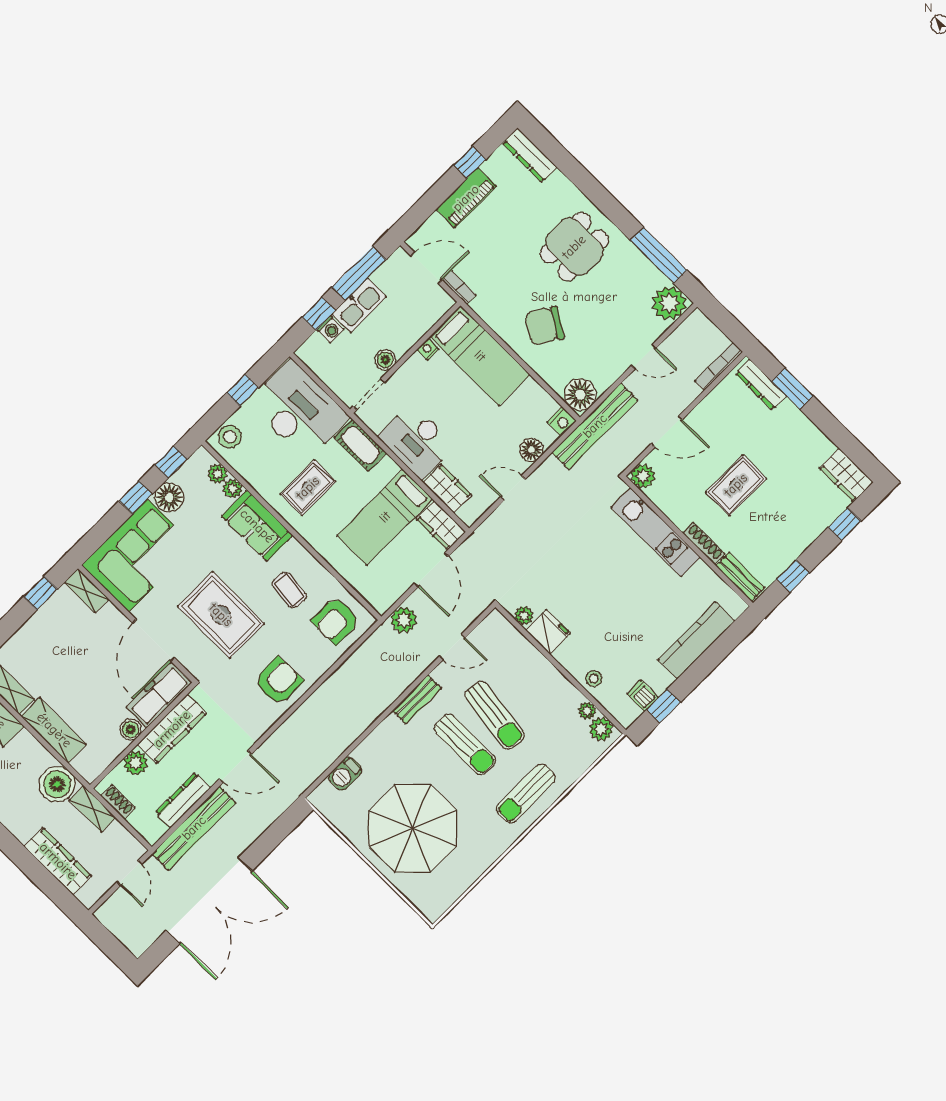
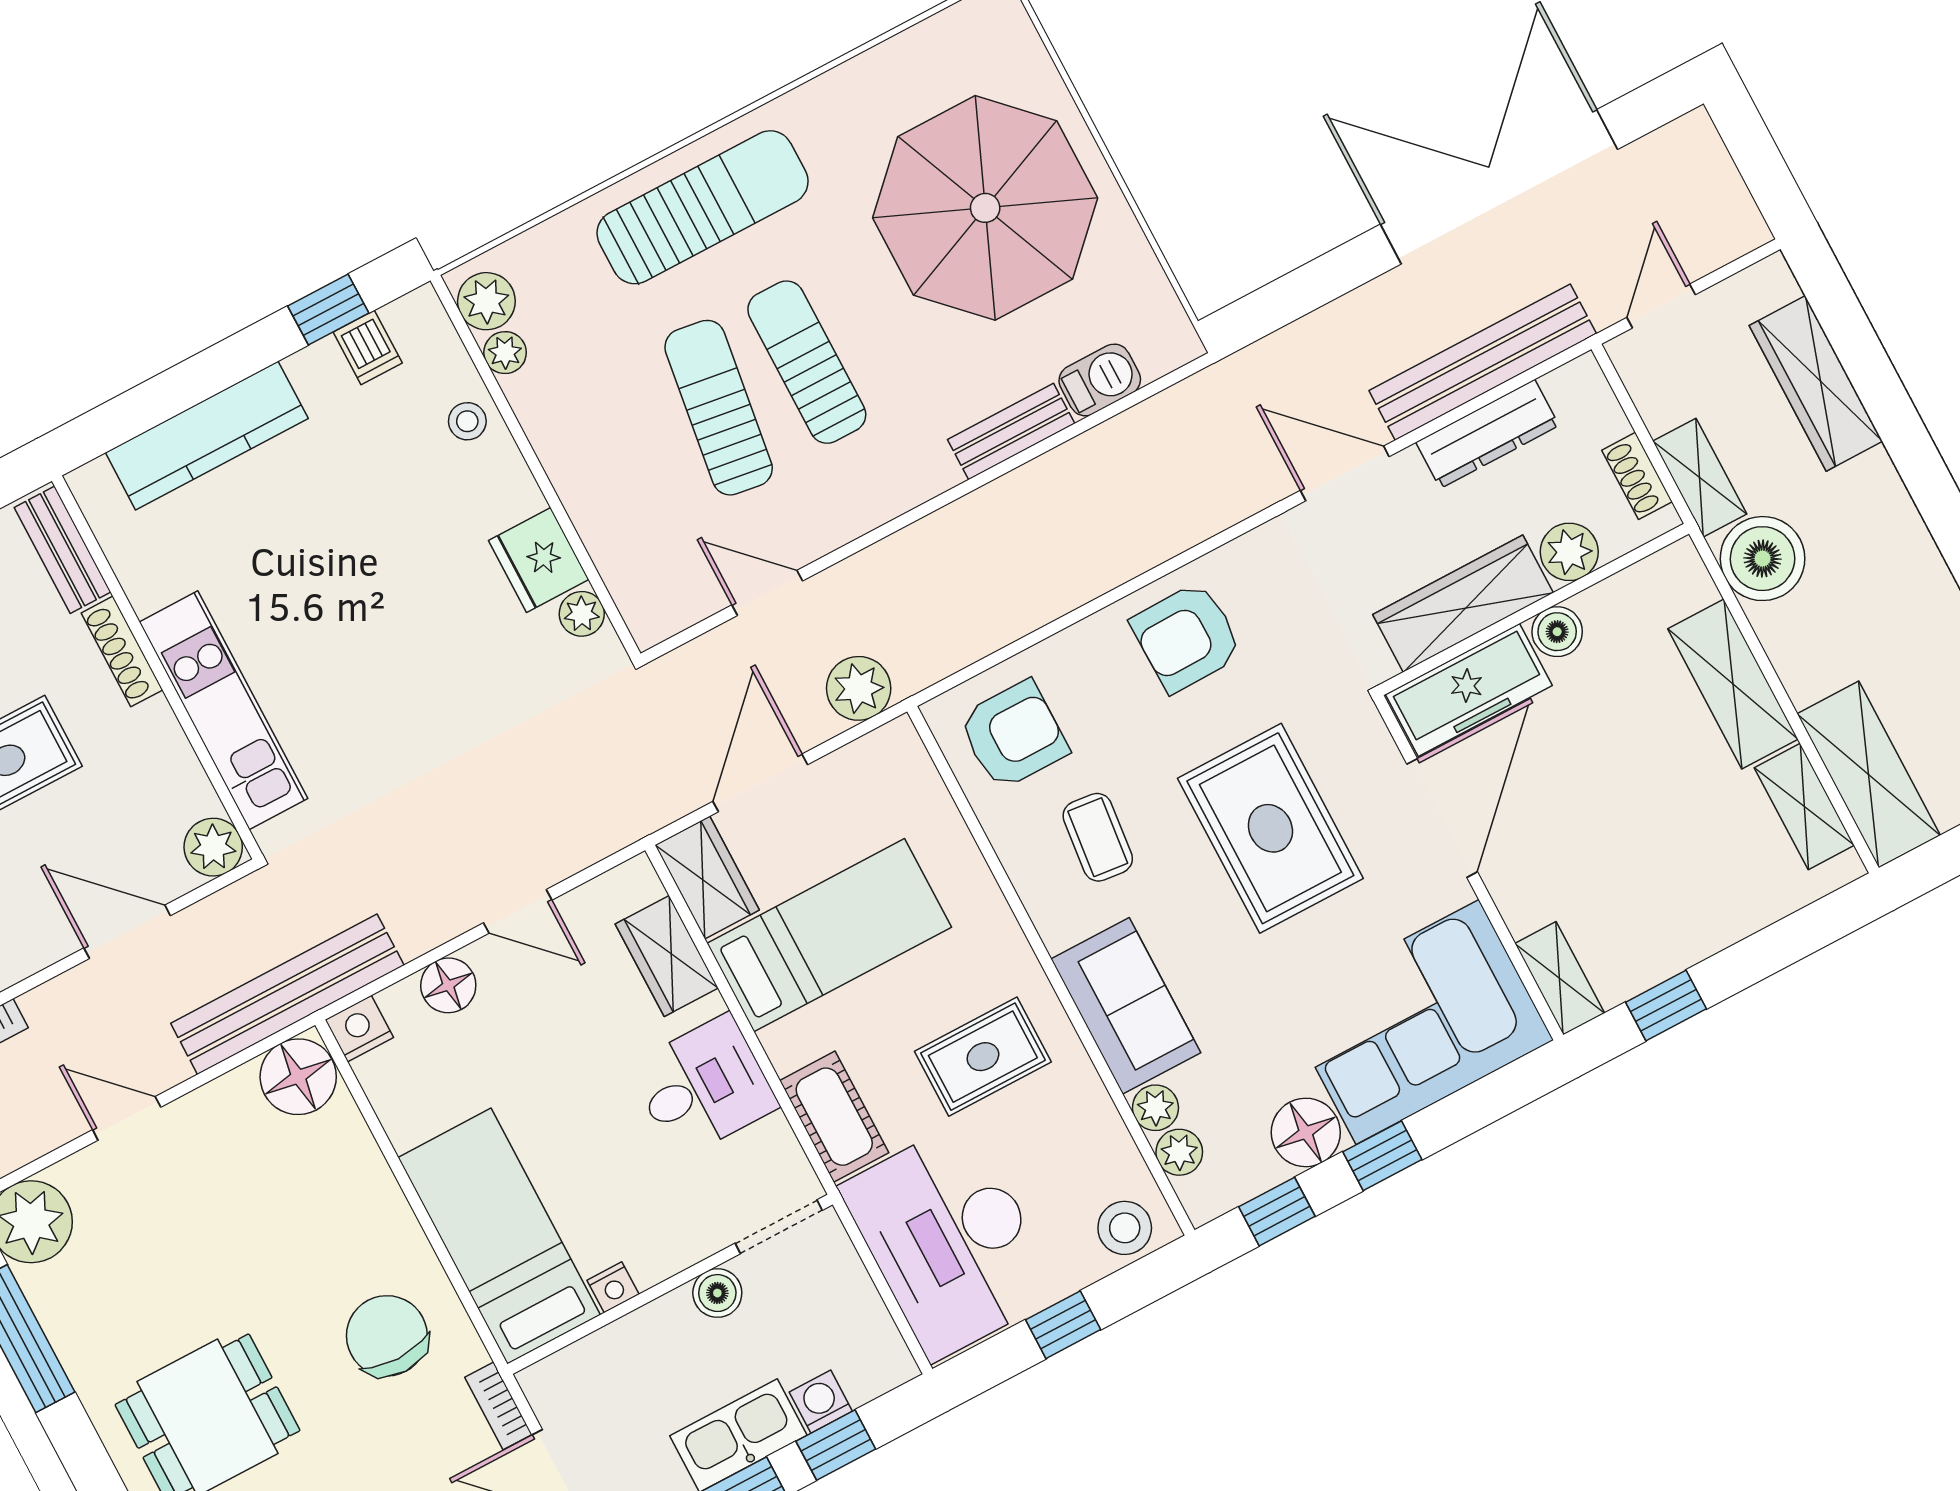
chair: (544, 326) -> (387, 1336), moved, turned -122
desk: (417, 441) -> (703, 1086), width x0.73
bench: (417, 699) -> (1011, 432), moved
sun lounger: (526, 794) -> (703, 207), width x1.36, depth x1.34

